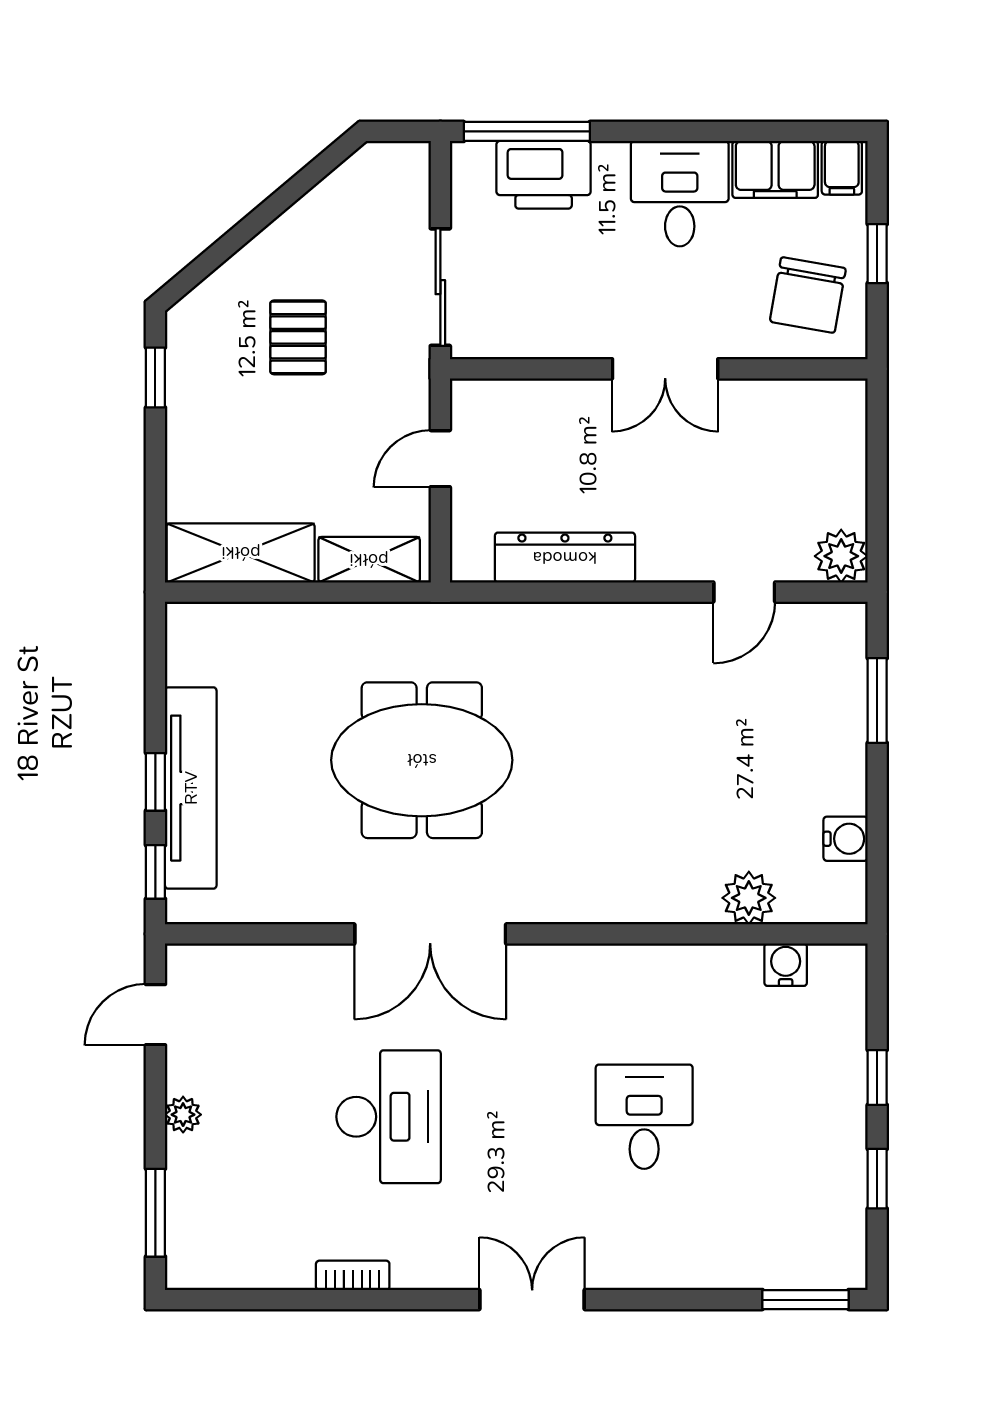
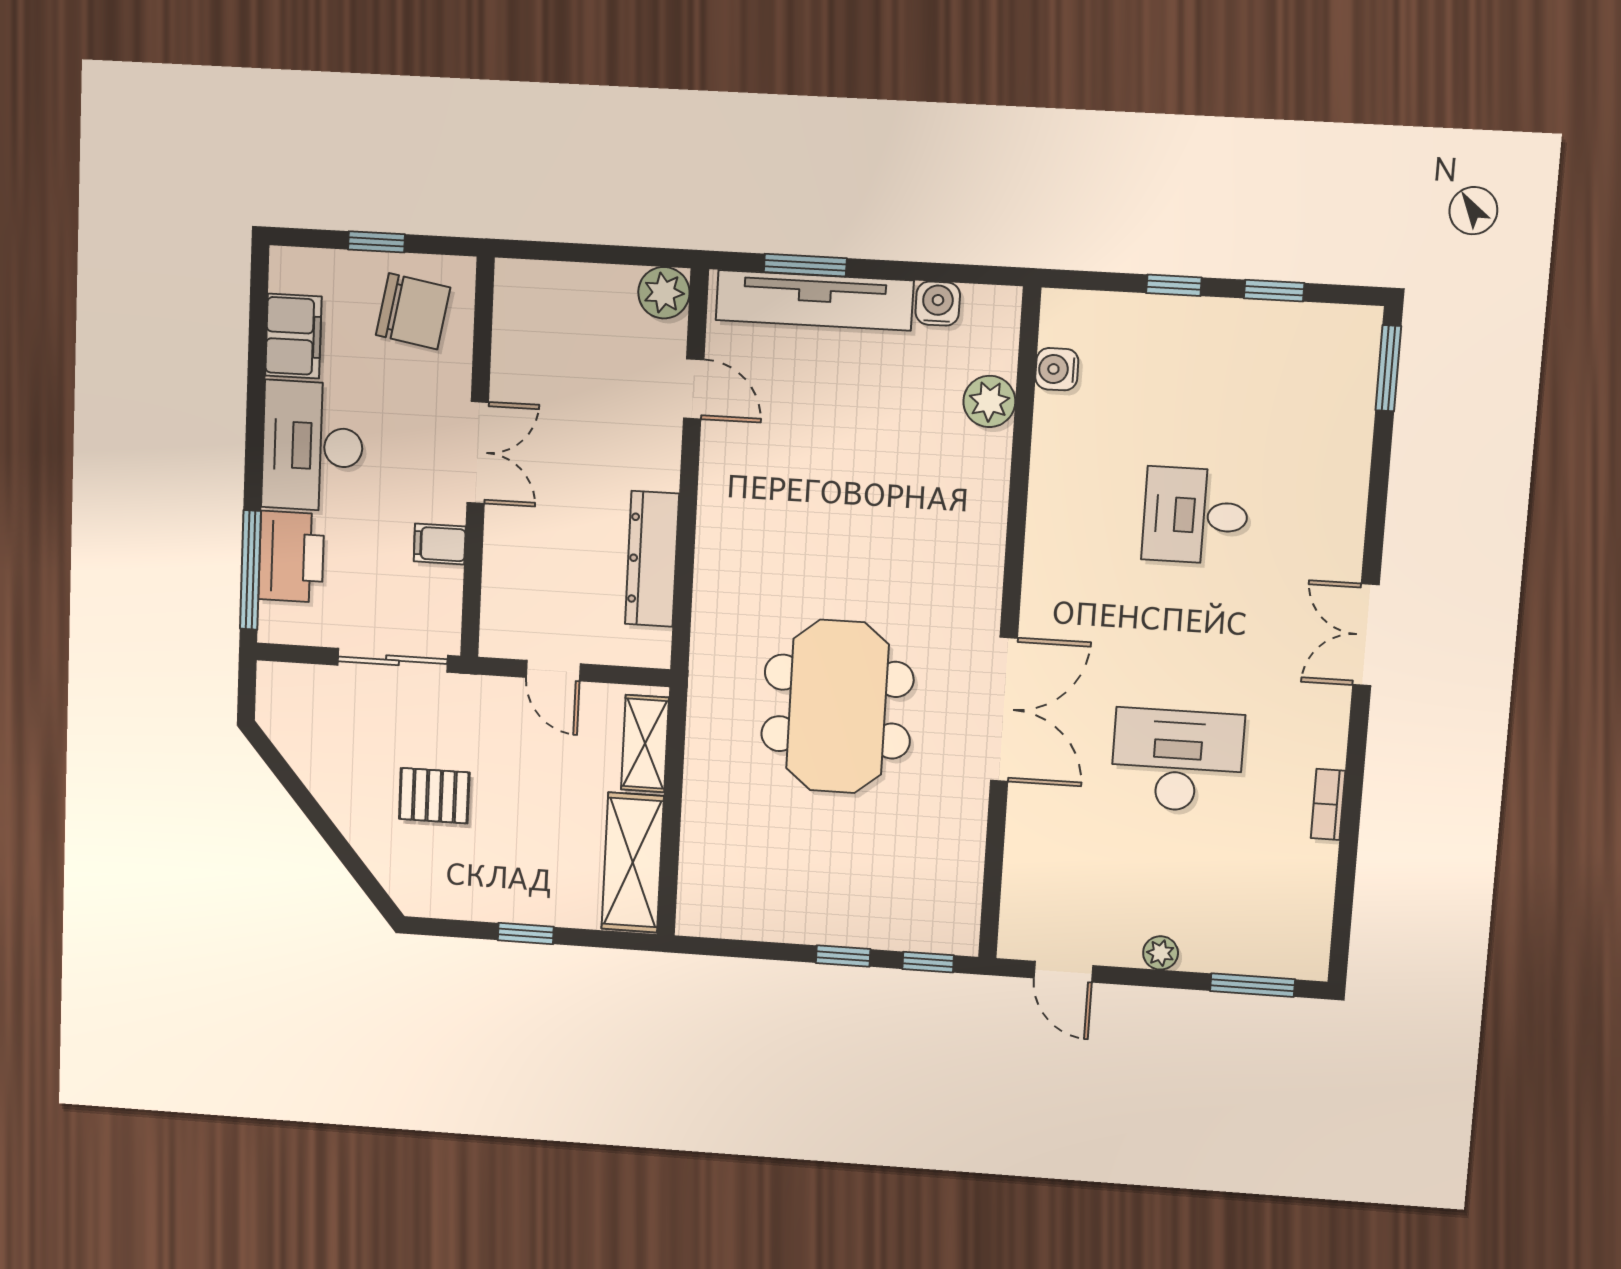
filing cabinet: (842, 168) -> (440, 544), moved, turned 180
desk: (680, 194) -> (313, 446), width x1.37
window: (155, 377) -> (526, 934), moved
tv unit: (191, 788) -> (815, 300), moved, turned 180

